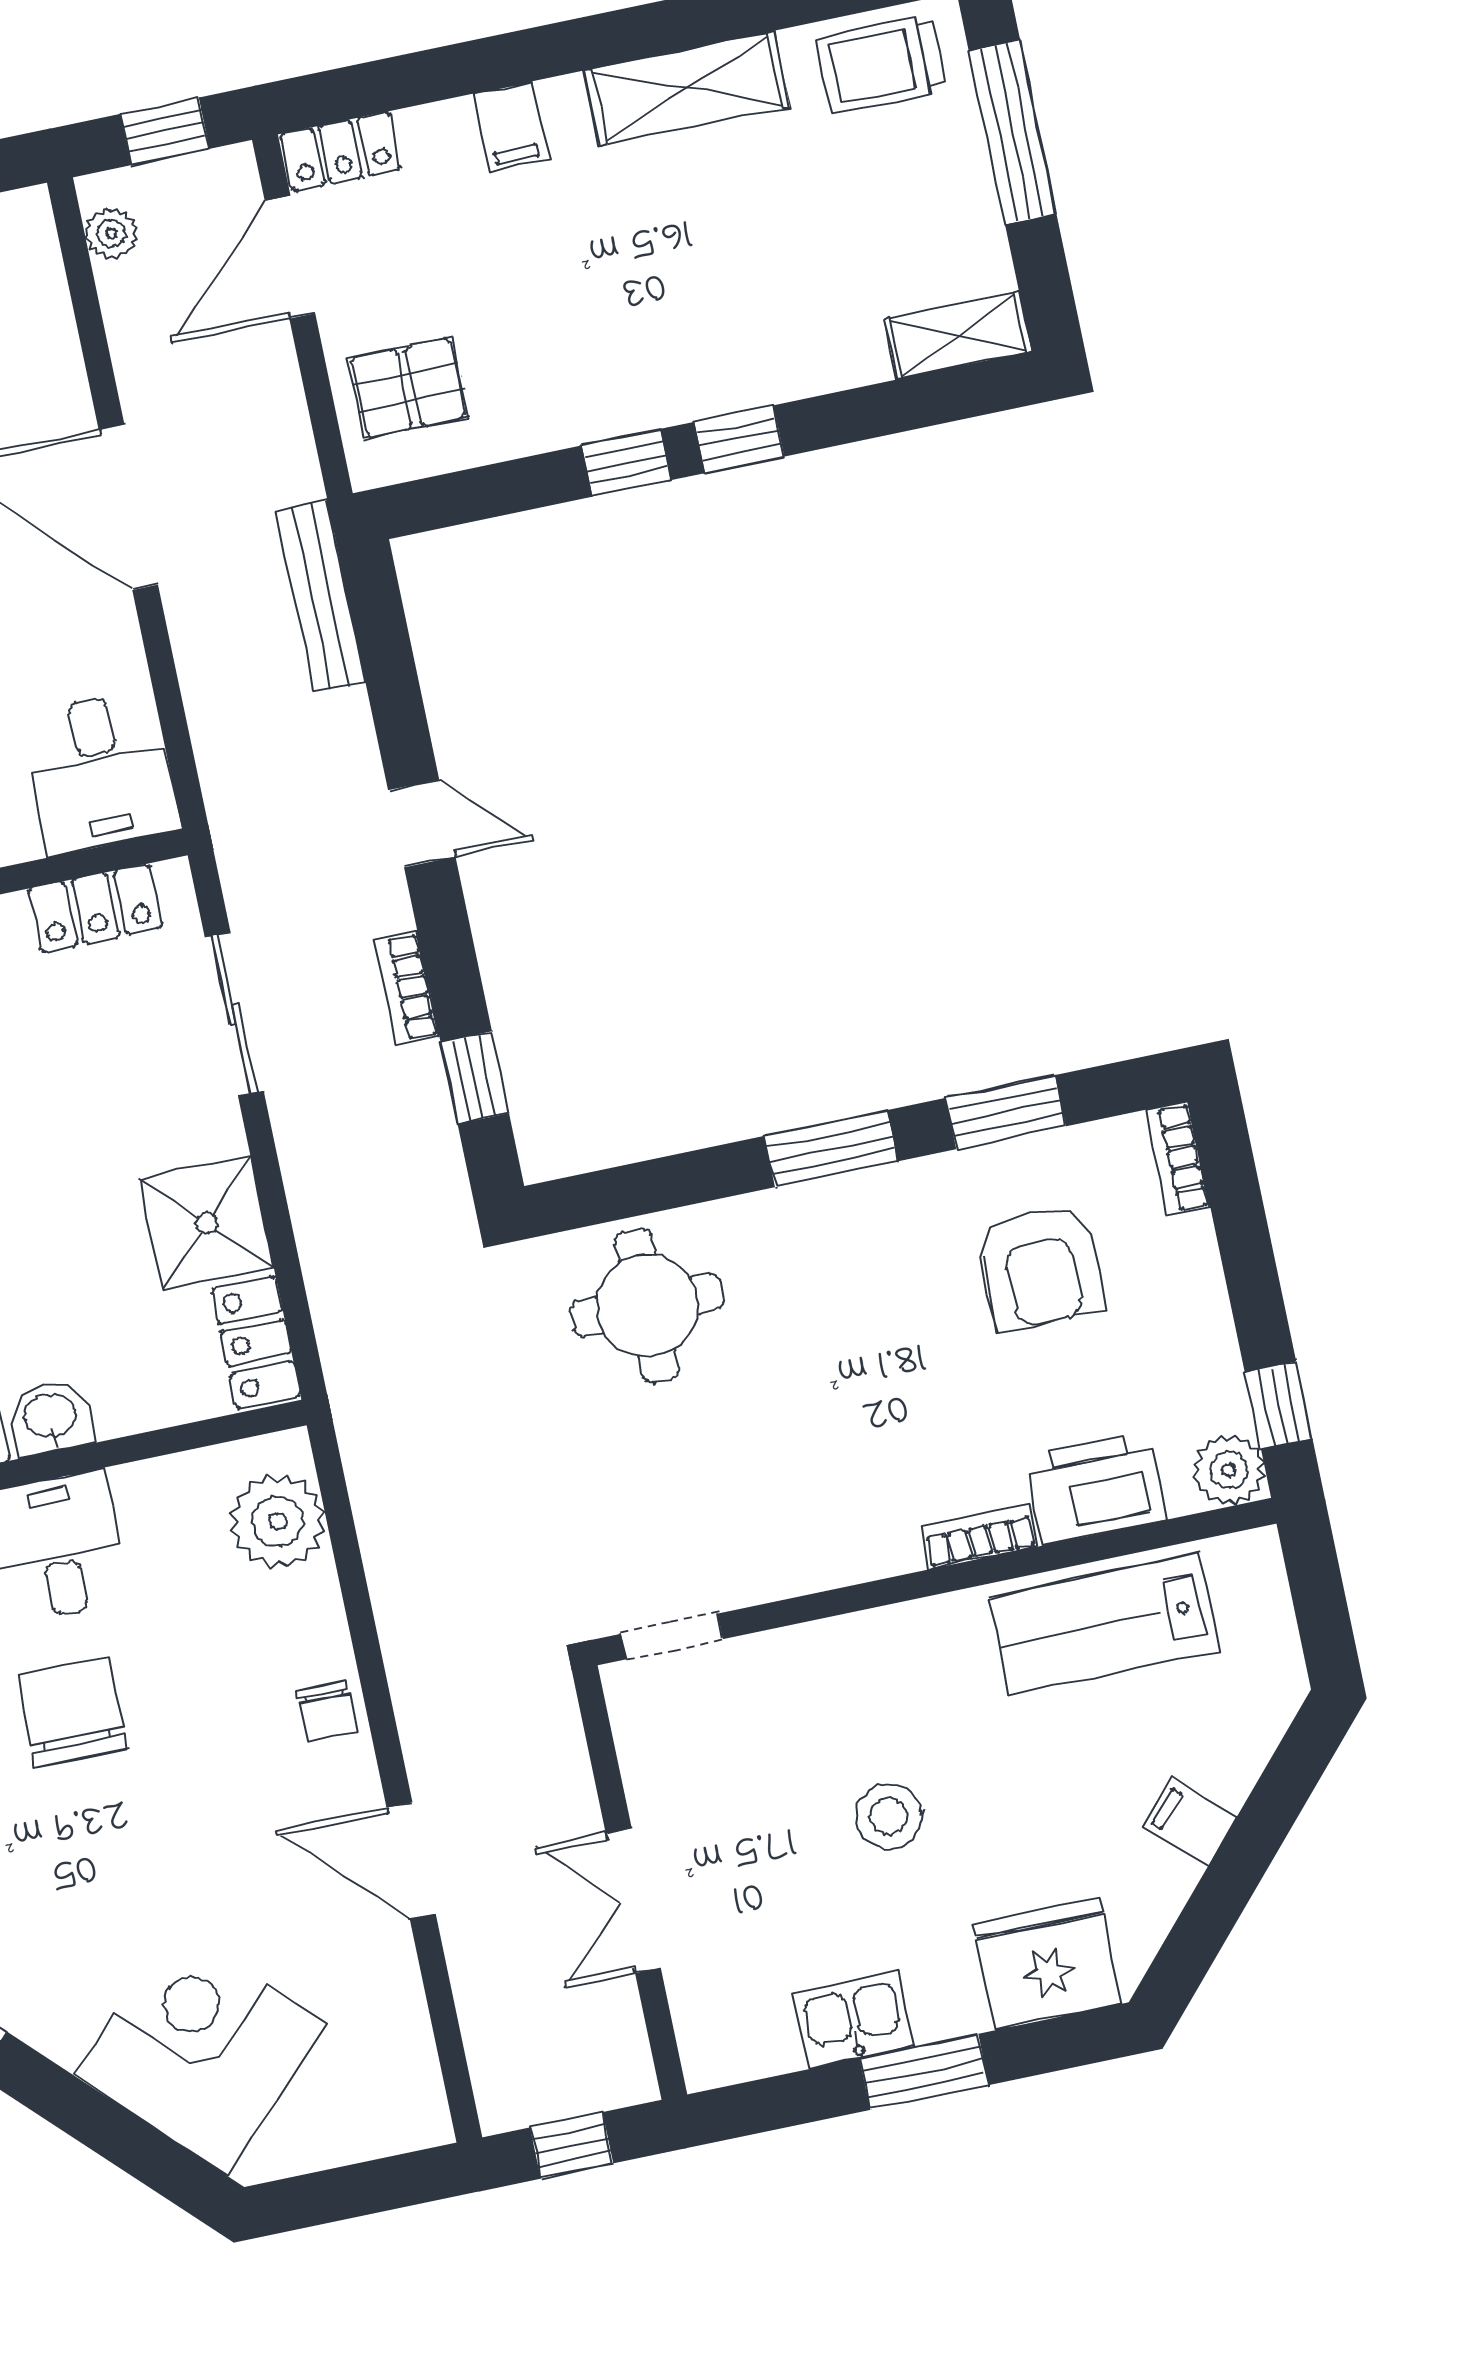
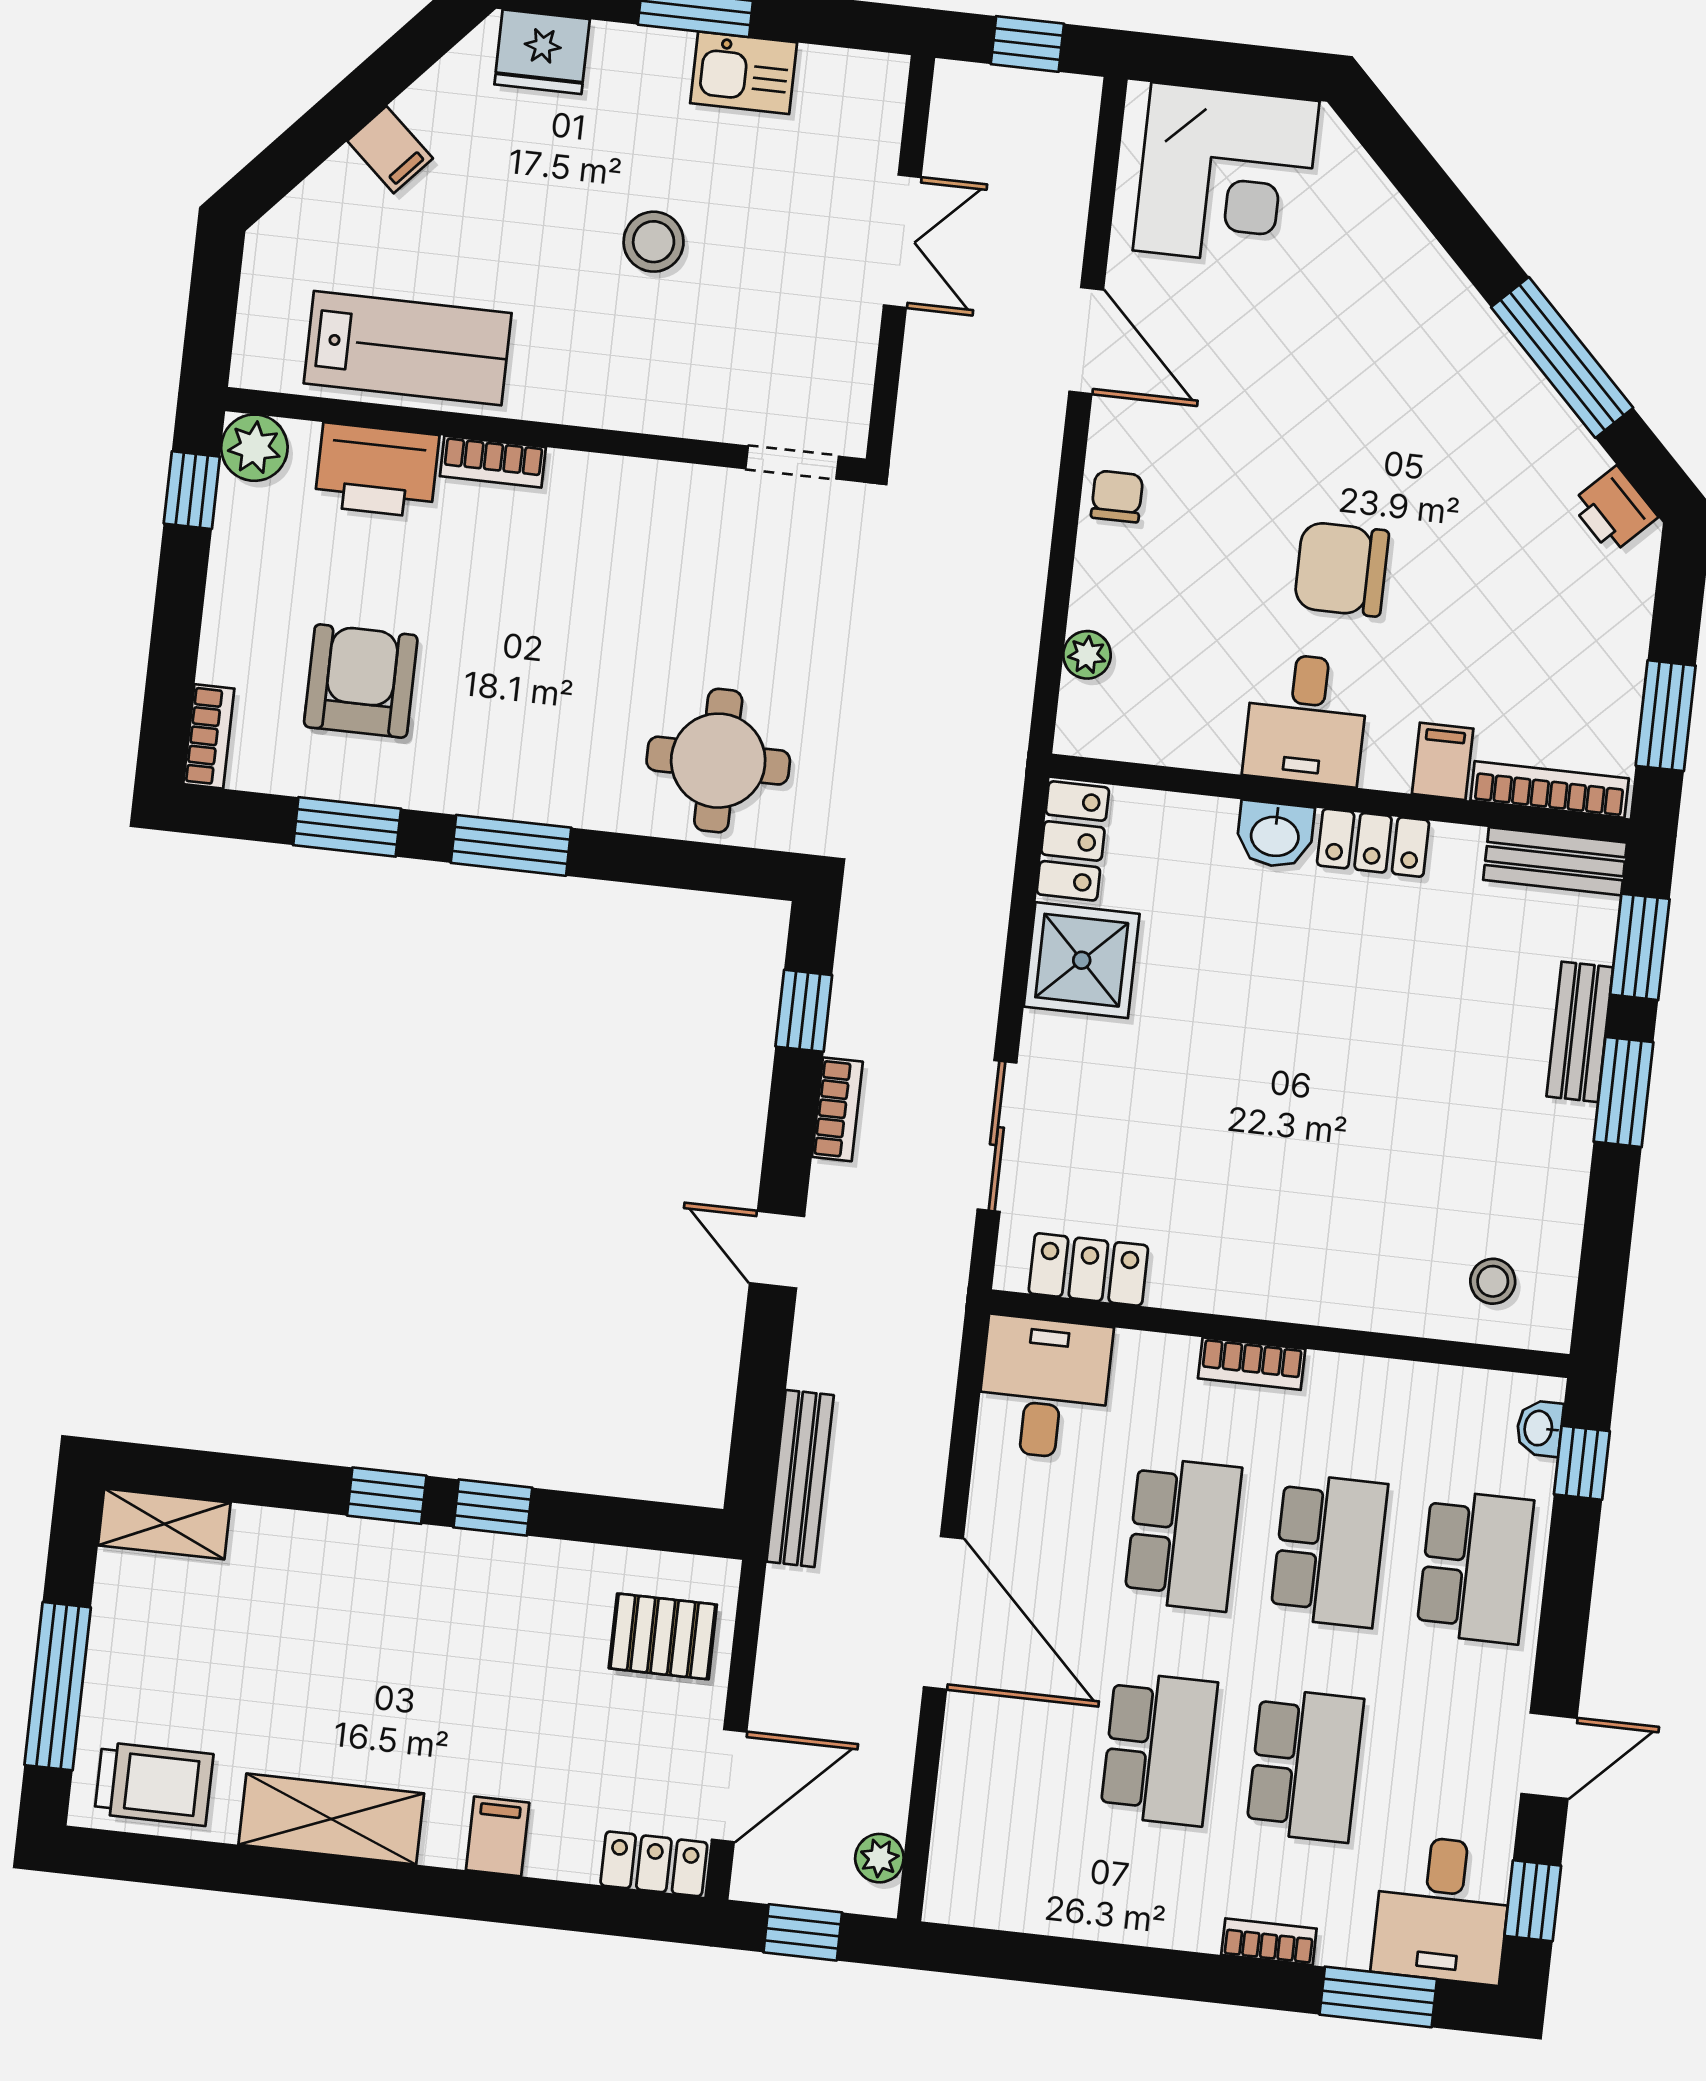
plant: (278, 1521) -> (1087, 655), width x0.53, depth x0.53
chair: (72, 1712) -> (1341, 569), turned 90
fridge: (1047, 1964) -> (542, 52), width x0.73, depth x0.75
corner desk: (201, 2050) -> (1226, 176), moved, turned -45

